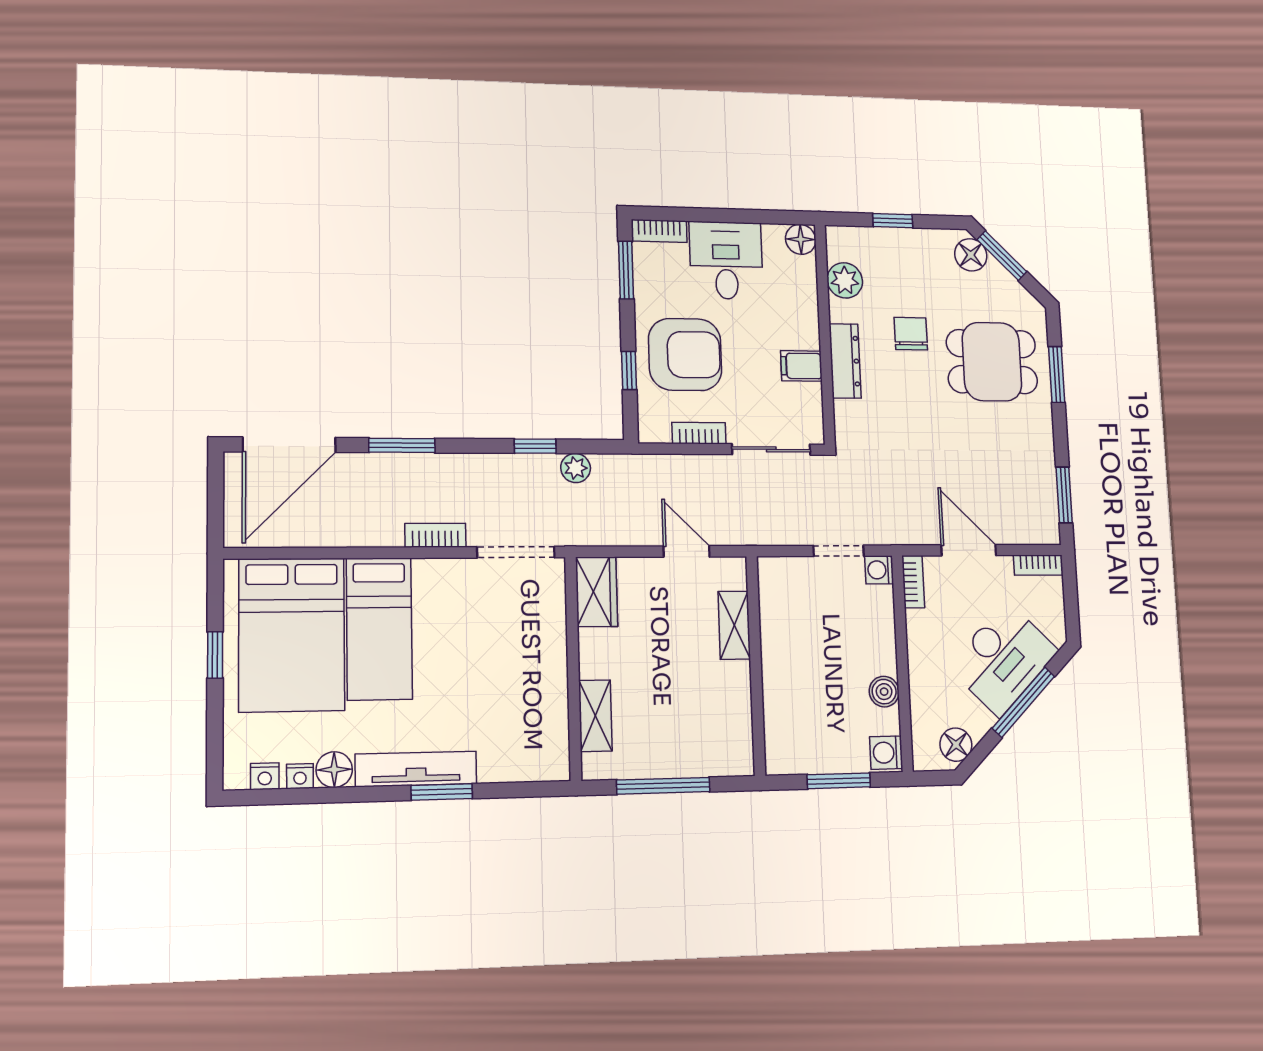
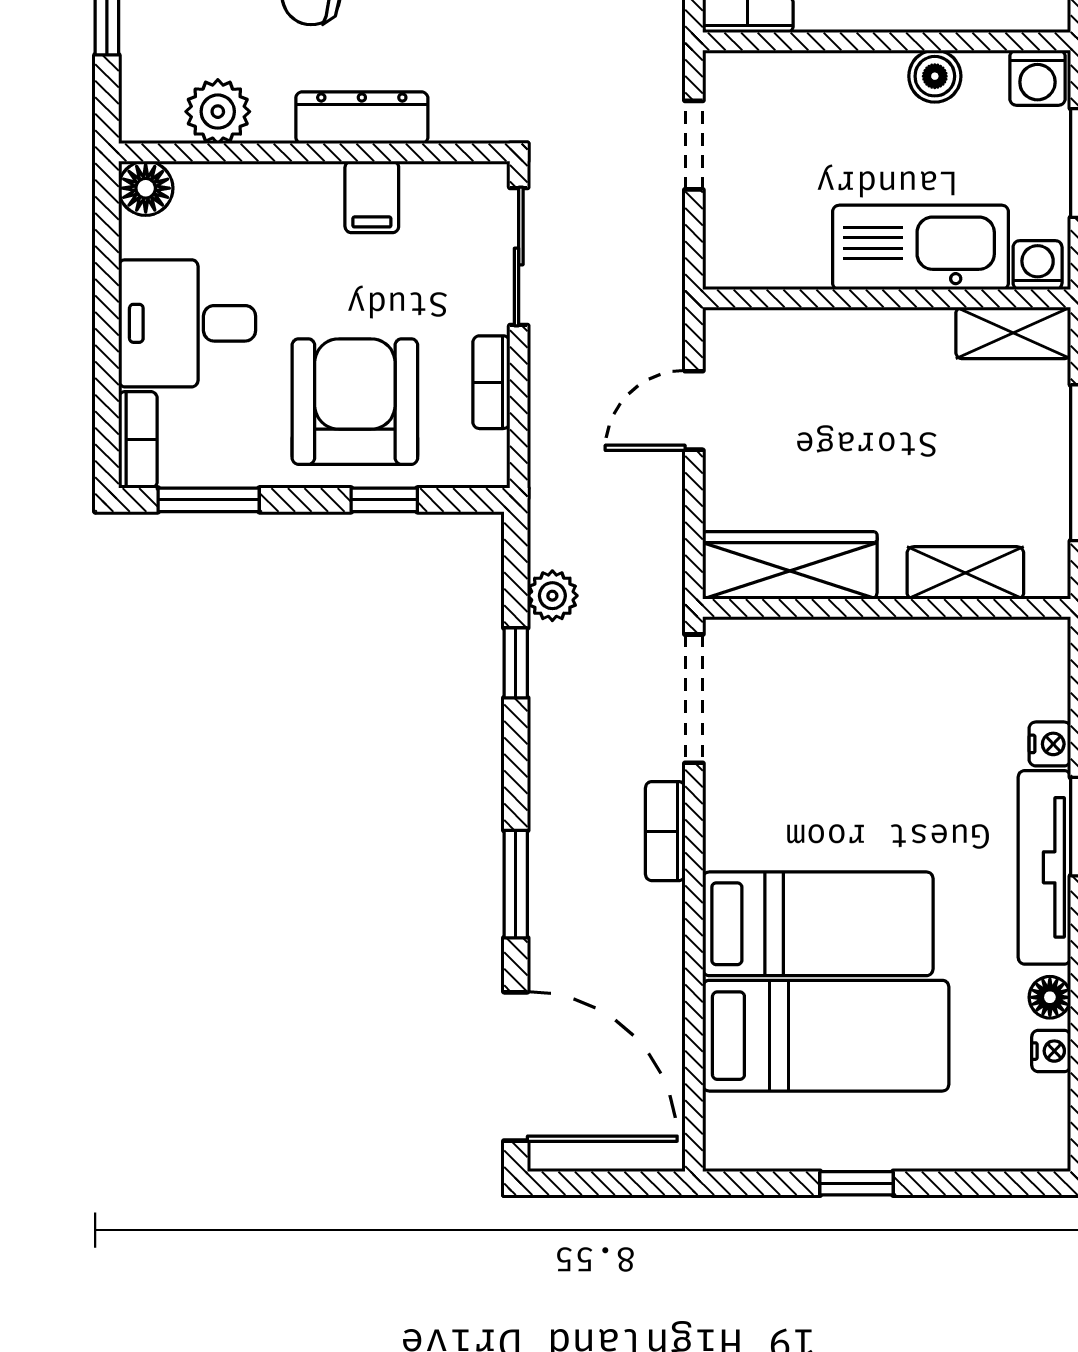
washing machine: (879, 570) -> (1038, 265), moved, turned 180
wardrobe: (597, 592) -> (790, 565), width x1.50
shelving: (734, 625) -> (1013, 333), moved
bed: (292, 635) -> (826, 1036), width x0.67
kitchen sink: (786, 685) -> (921, 247), added
floor lamp: (334, 770) -> (1050, 997), width x0.73, depth x0.73
nightstand: (265, 776) -> (1050, 744), moved

